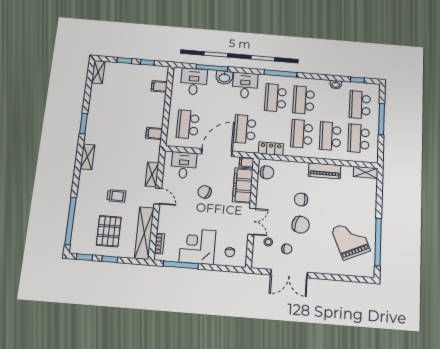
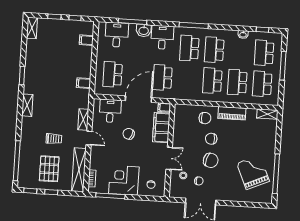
locker: (271, 149) -> (185, 95), removed
chair: (267, 172) -> (205, 118), moved

